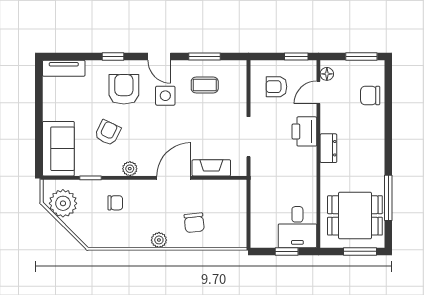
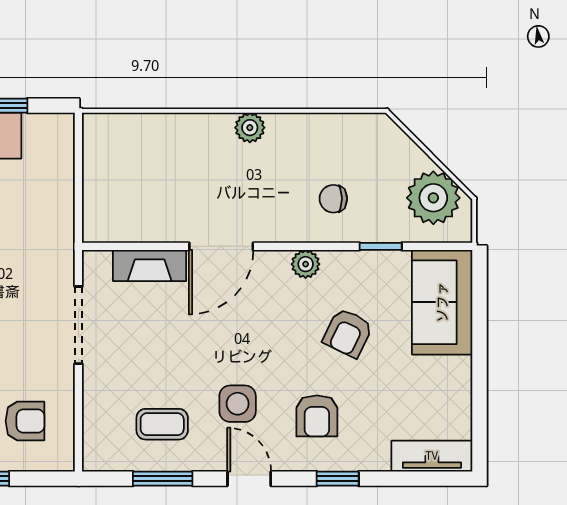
armchair: (124, 89) -> (317, 416), width x0.72, depth x0.72
chair: (194, 223) -> (182, 161), removed

